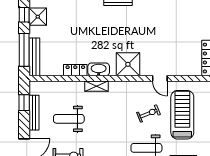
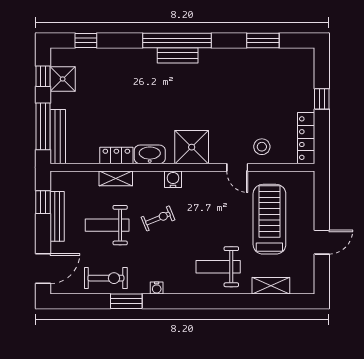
stool: (177, 64) -> (262, 147), added
shelving: (96, 86) -> (116, 178), moved
water cooler: (115, 87) -> (173, 179), added
exercise bike: (149, 113) -> (158, 218), moved

